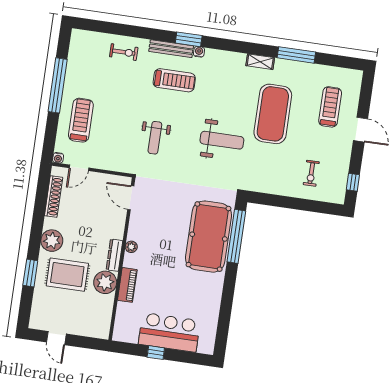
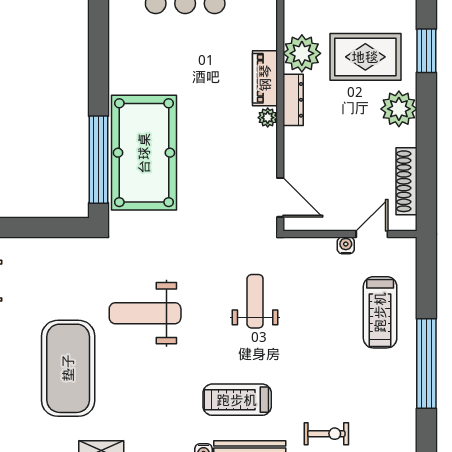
exercise bike: (124, 52) -> (326, 434), turned 180
water cooler: (58, 158) -> (346, 245), moved
piano: (127, 285) -> (265, 78), moved

